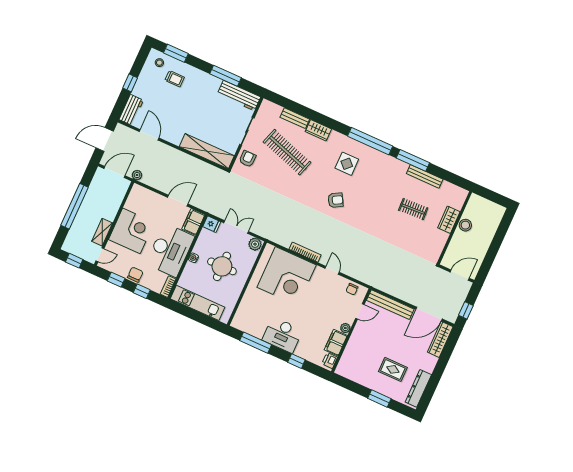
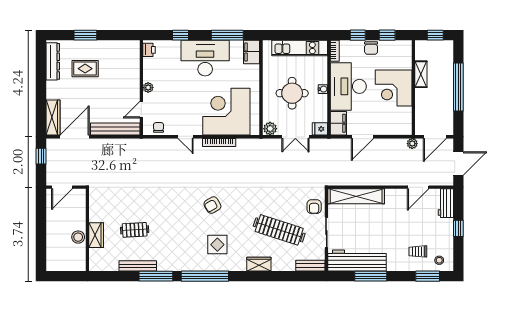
workbench: (239, 96) -> (357, 261), width x1.36, depth x1.32
bench: (295, 118) -> (310, 266), moved
door: (149, 135) -> (418, 187), hinge flipped
door: (100, 255) -> (413, 52), removed
desk: (282, 335) -> (205, 58), width x1.36, depth x1.30
filing cabinet: (336, 343) -> (252, 52), moved, turned 180

